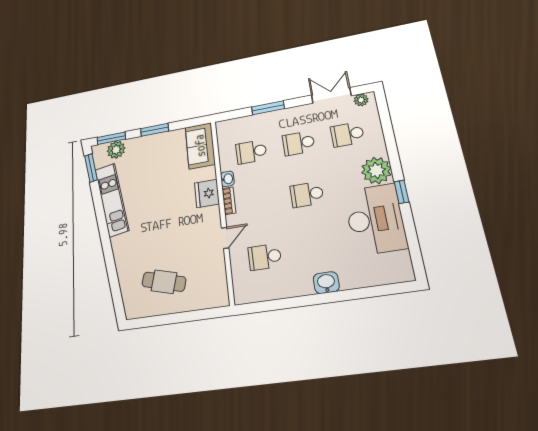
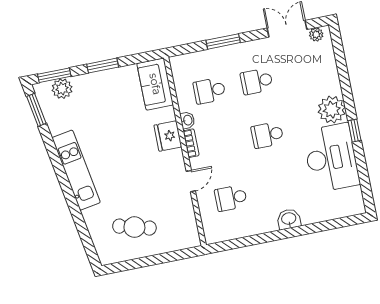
school desk: (347, 134) -> (304, 72), removed
kitchen unit: (112, 200) -> (76, 170), moved

